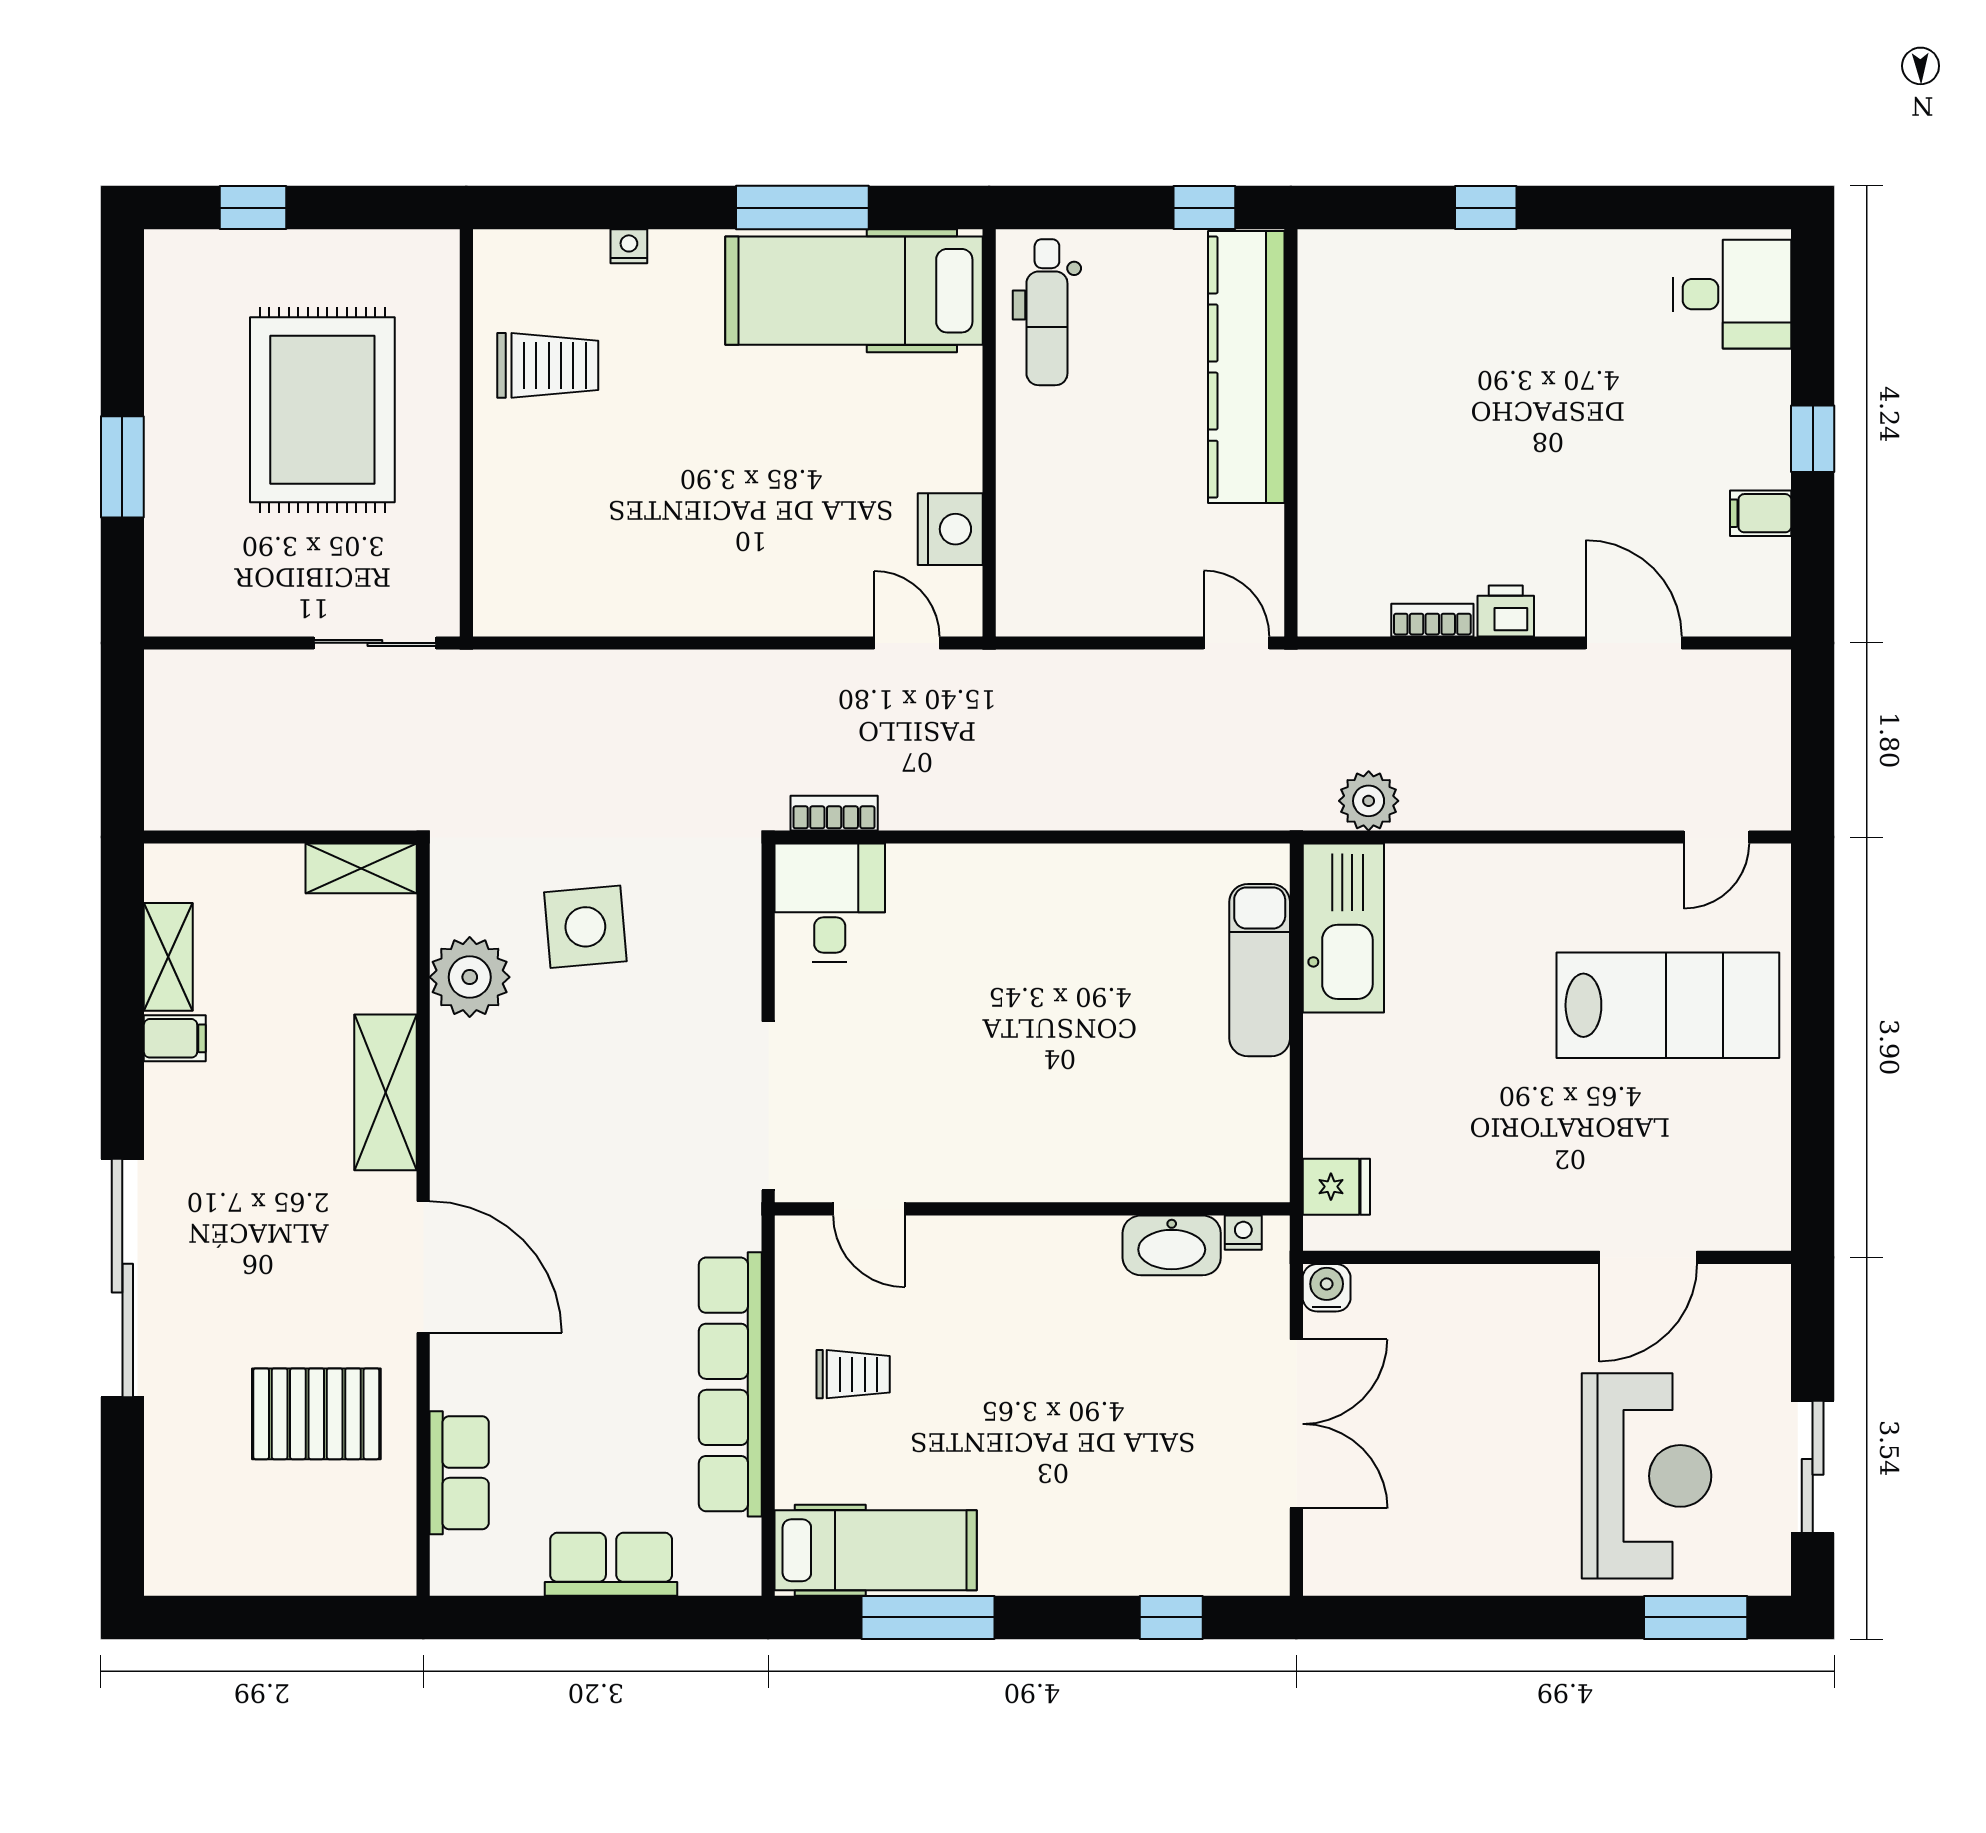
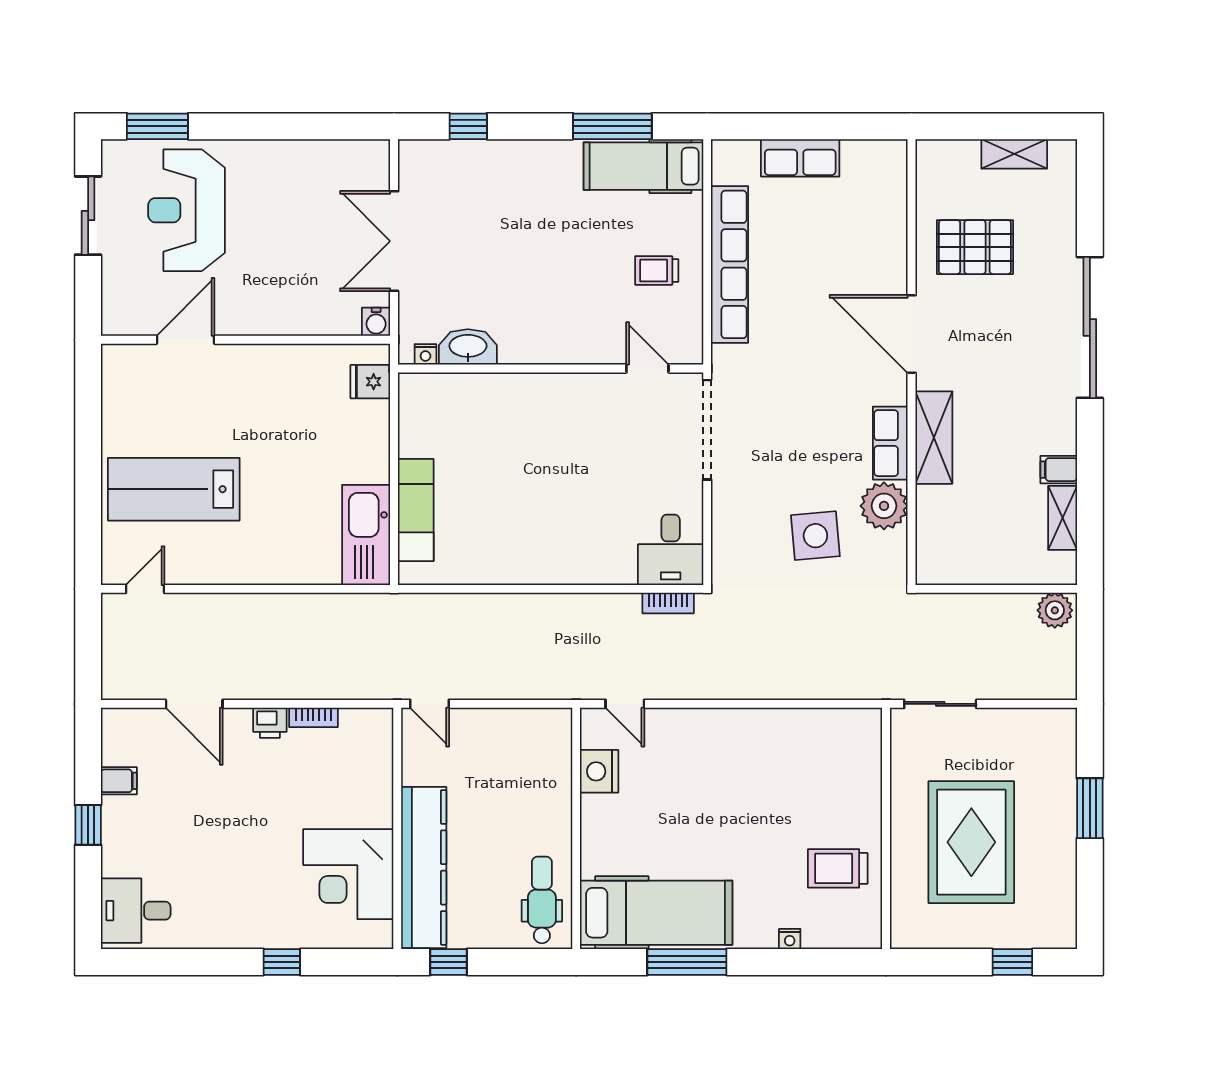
corner desk: (1373, 356) -> (348, 874), added
plant: (1369, 801) -> (1055, 610), moved
shelving: (361, 868) -> (1014, 154), moved
row of seats: (459, 1473) -> (890, 443), moved

